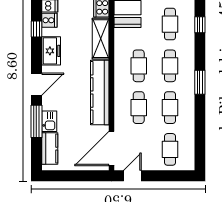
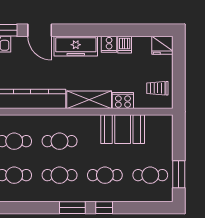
window: (36, 29) -> (100, 30), removed
freezer: (51, 51) -> (76, 46), width x1.40
window: (200, 82) -> (72, 208), moved

